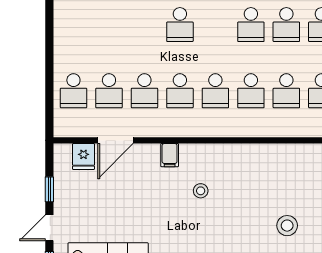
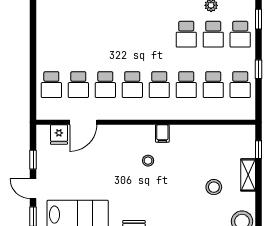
school desk: (180, 25) -> (132, 34), removed
filing cabinet: (170, 155) -> (162, 133), moved
door: (49, 228) -> (33, 189), hinge flipped

